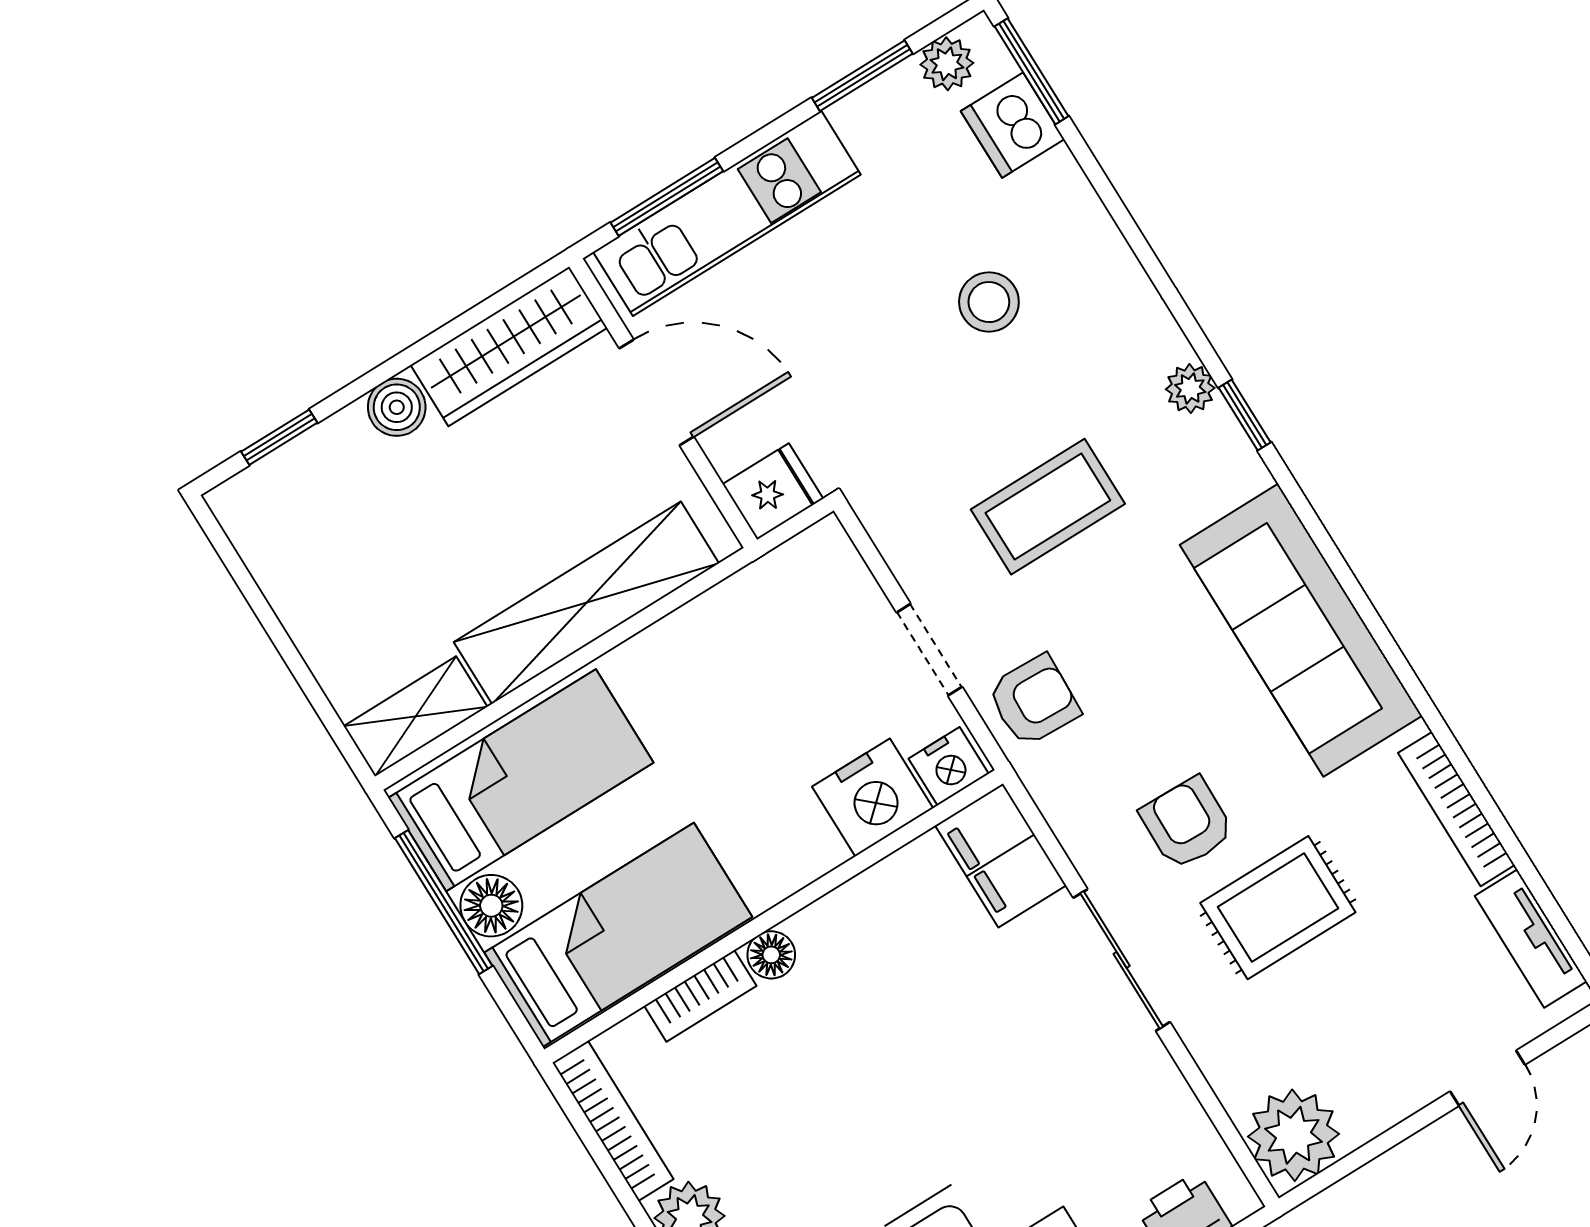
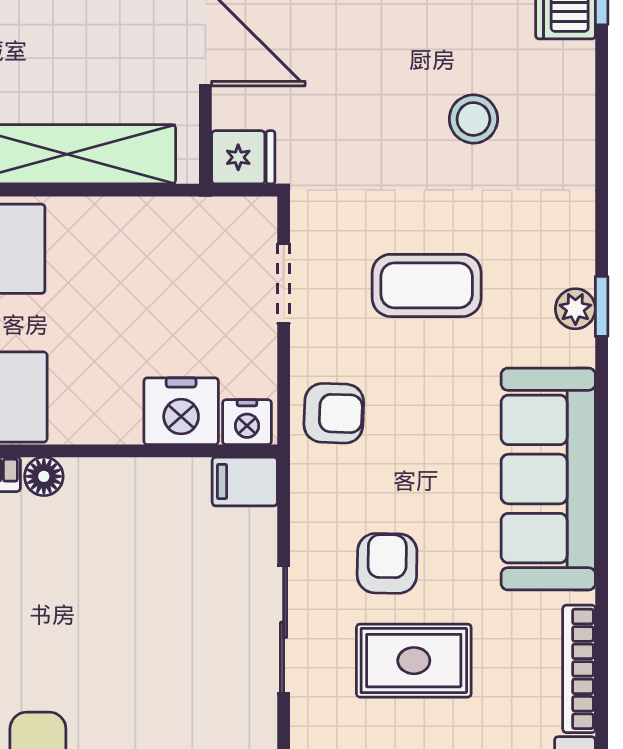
plant: (1190, 389) -> (575, 309), moved
doorway: (929, 650) -> (284, 283), moved
filing cabinet: (1001, 855) -> (245, 482), width x0.50

